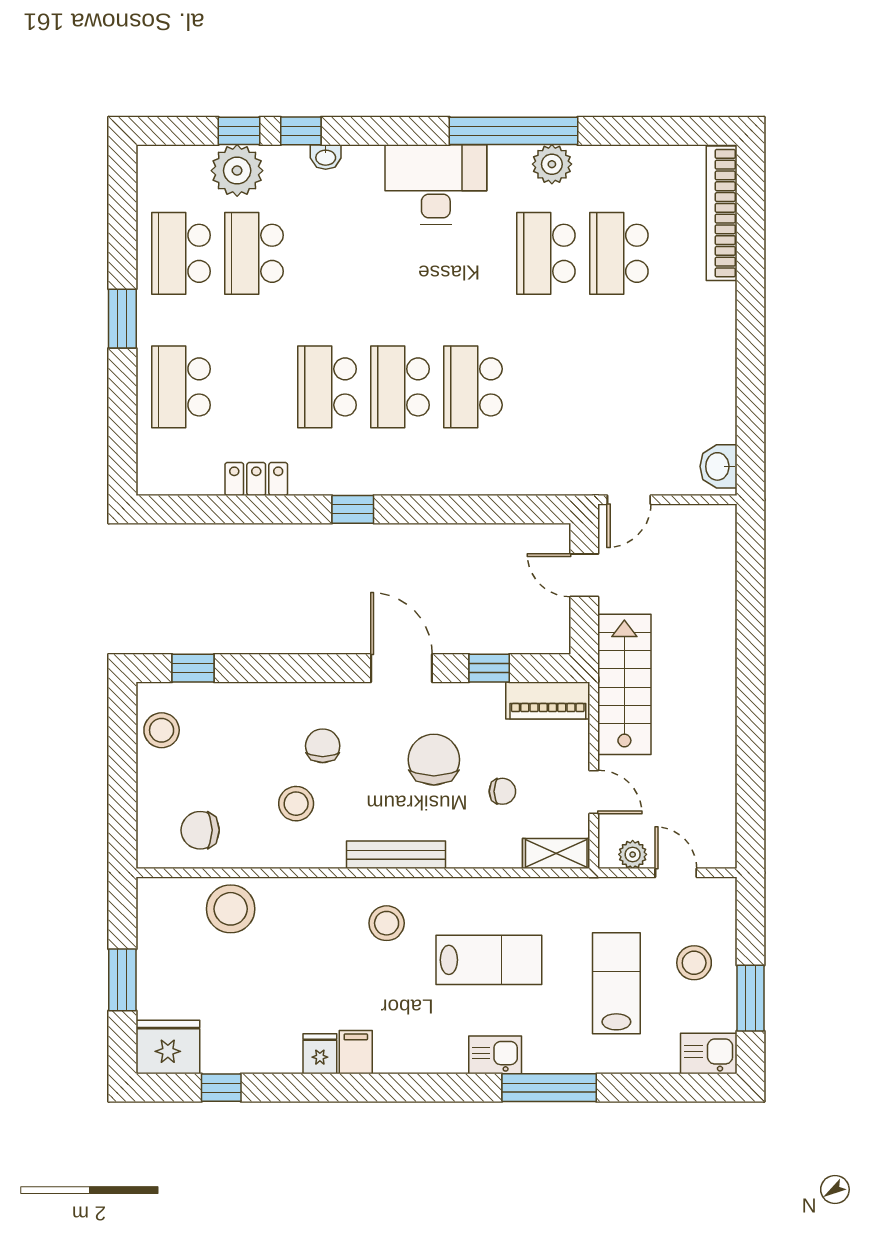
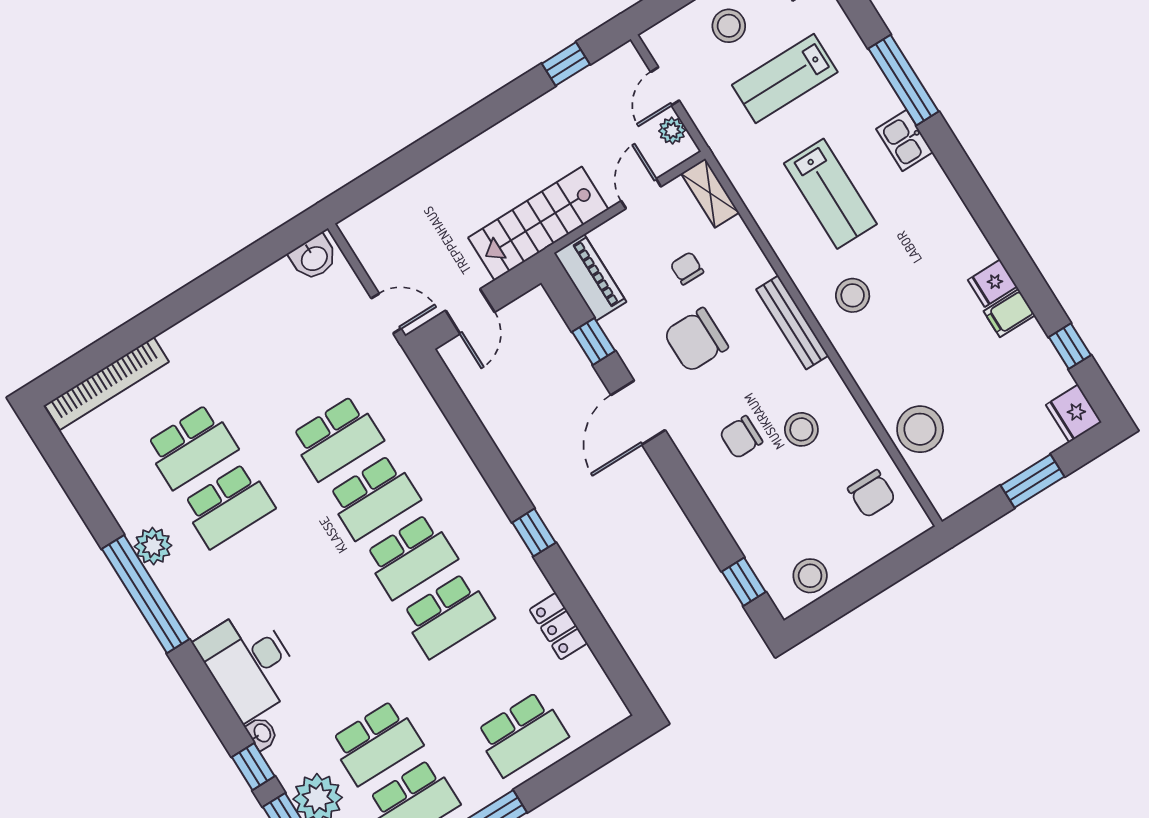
desk: (436, 184) -> (249, 664), moved
school desk: (546, 387) -> (337, 438), added
window: (751, 797) -> (566, 64), added
lab bench: (489, 960) -> (830, 194), turned 180
fridge: (168, 1047) -> (1074, 413), width x0.73, depth x0.75
filing cabinet: (356, 1052) -> (1009, 313), moved

